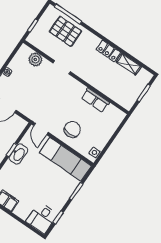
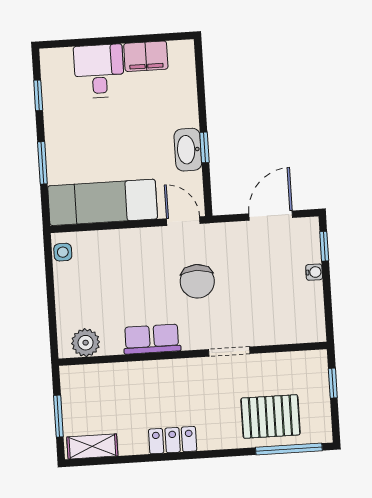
plant: (35, 59) -> (86, 343), moved
shelving: (129, 64) -> (92, 446), moved
row of seats: (95, 100) -> (152, 339), moved
chair: (72, 129) -> (197, 281), moved
desk: (42, 218) -> (99, 71), moved

